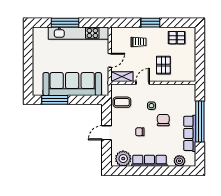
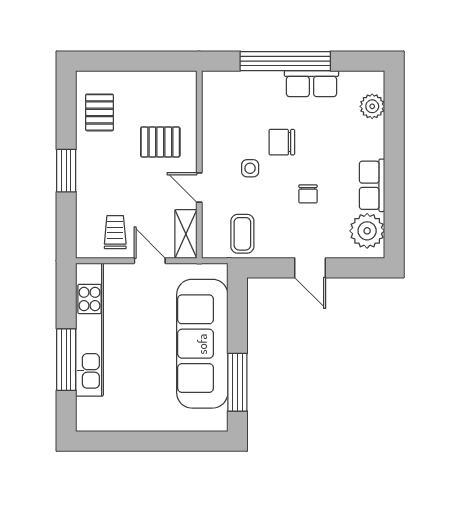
trolley: (139, 42) -> (115, 232), moved
row of seats: (190, 133) -> (311, 84), width x0.68
row of seats: (149, 161) -> (372, 185), width x0.68

